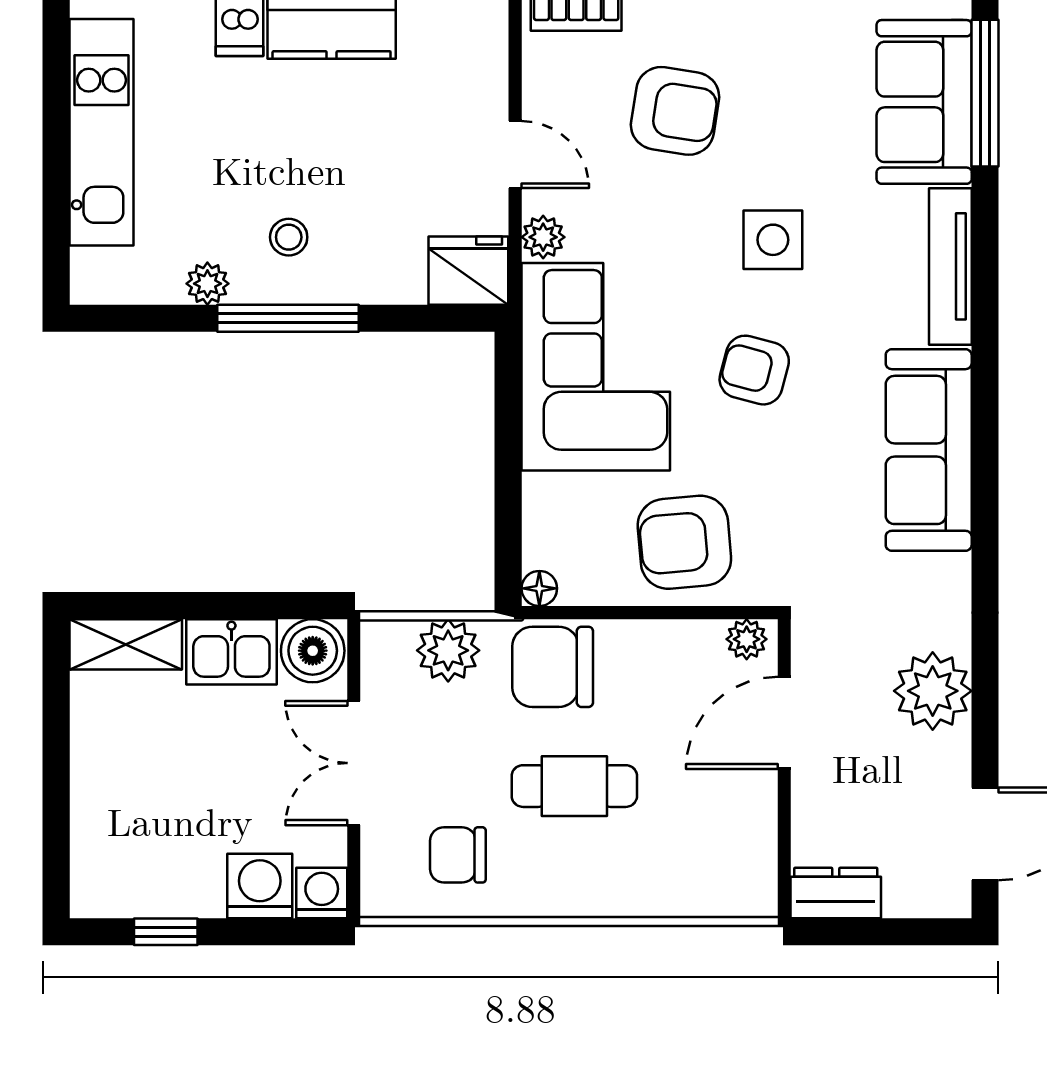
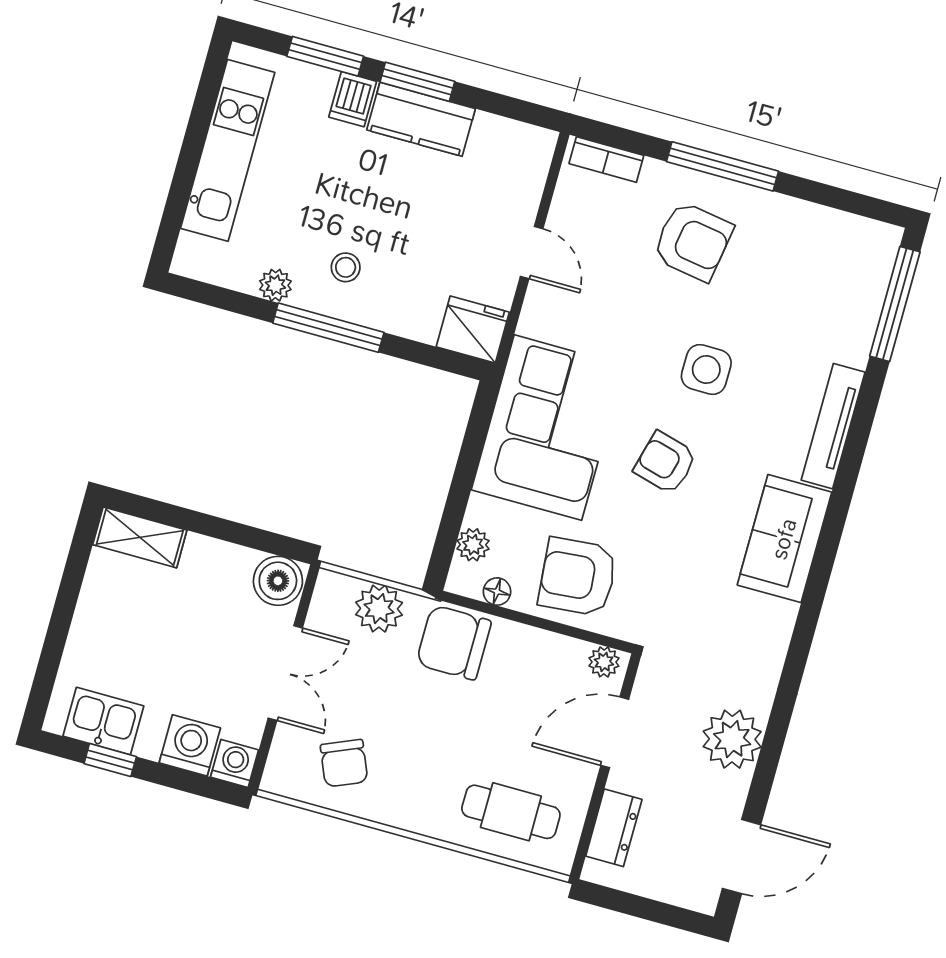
sofa: (924, 102) -> (848, 298), removed
armchair: (675, 111) -> (693, 241), moved
plant: (543, 237) -> (473, 545), moved
sofa: (929, 450) -> (784, 539), width x0.73
floor lamp: (539, 588) -> (497, 592), moved
kitchen sink: (231, 652) -> (103, 721), moved, turned 180
double door: (354, 763) -> (285, 673), swing flipped
cafe table: (574, 786) -> (511, 812), moved
chair: (458, 855) -> (344, 763), turned -113
dresser: (836, 893) -> (614, 828), moved, turned 90

